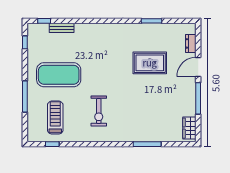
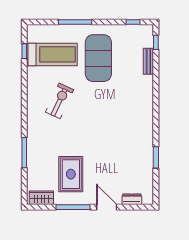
rug: (150, 63) -> (71, 174), moved
exercise bike: (99, 111) -> (60, 101), turned 115
treadmill: (55, 118) -> (53, 54), width x1.37, depth x1.38

